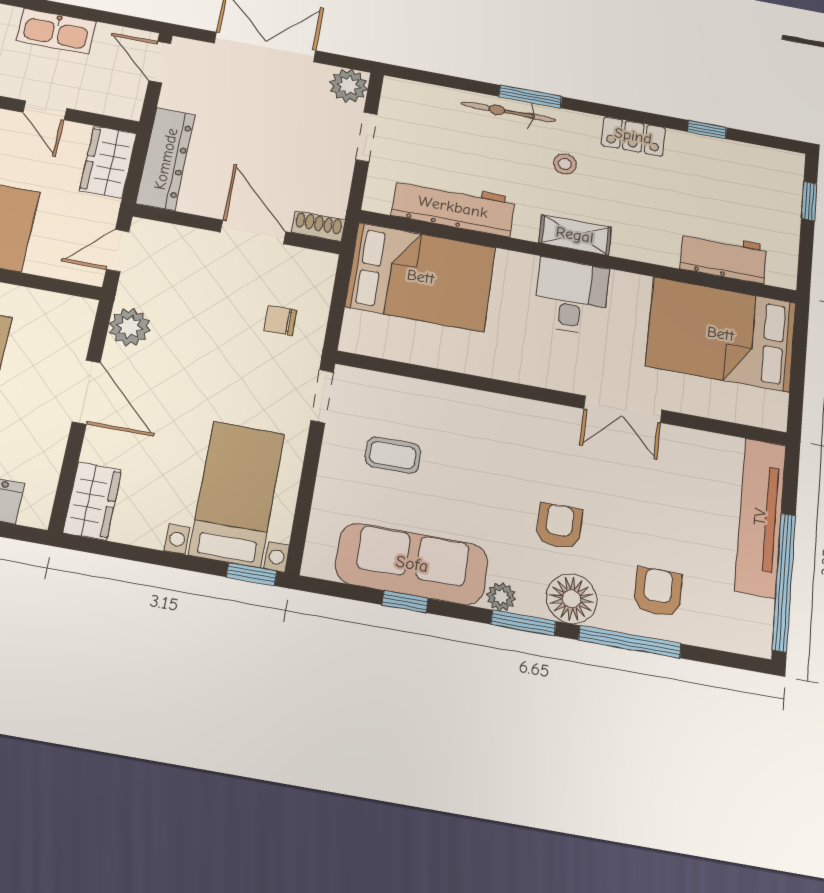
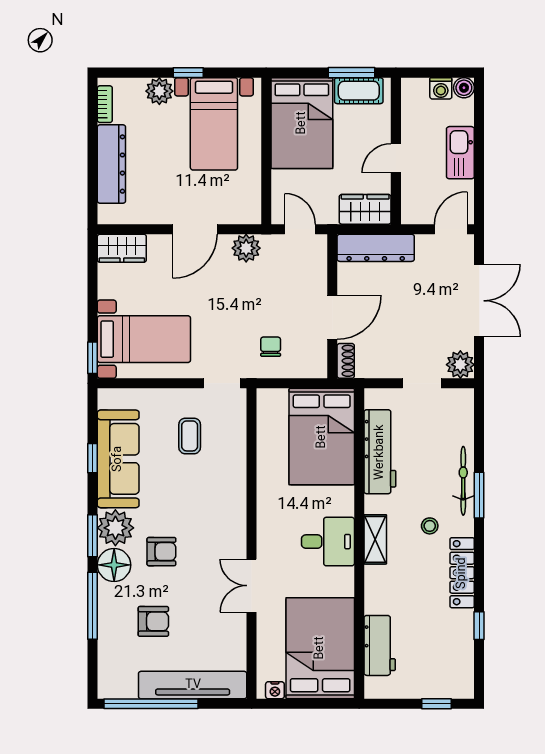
locker: (633, 136) -> (462, 573), width x1.53
nightstand: (776, 405) -> (275, 690), added
armchair: (658, 592) -> (153, 621), moved
plant: (501, 597) -> (115, 528), width x1.88, depth x1.88

